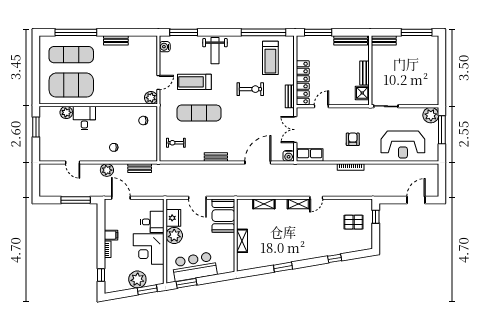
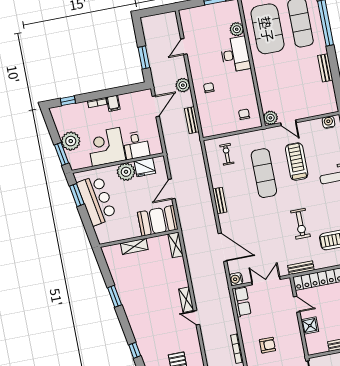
shower: (362, 93) -> (310, 326), moved
desk: (84, 118) -> (235, 54), width x1.37
window: (76, 200) -> (144, 58), width x0.69
shelving: (264, 204) -> (176, 245), moved

